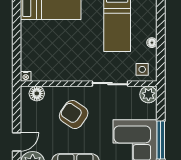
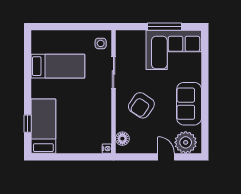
floor lamp: (152, 43) -> (76, 35), removed
plant: (148, 94) -> (123, 38), removed

